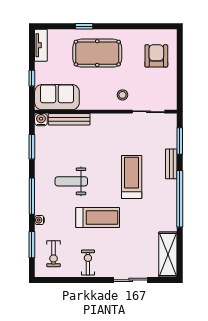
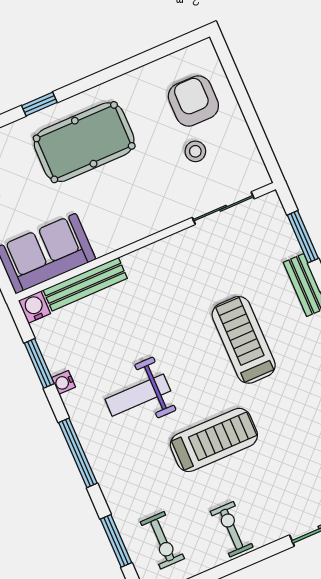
stool: (122, 95) -> (195, 151), moved
water cooler: (39, 220) -> (64, 382), moved

